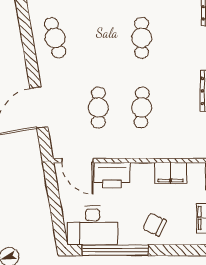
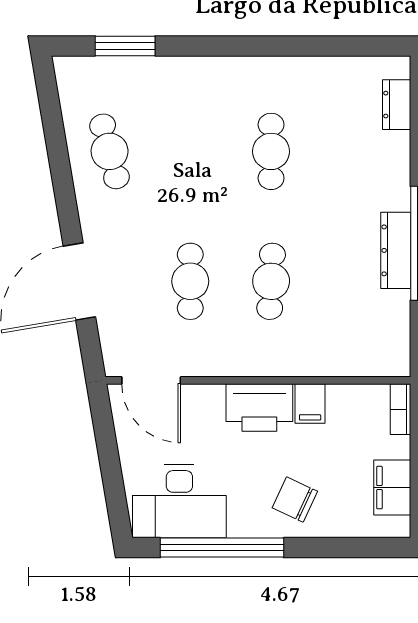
filing cabinet: (171, 173) -> (310, 403), width x0.50
printer: (112, 175) -> (259, 407), moved

